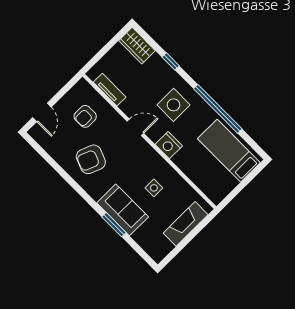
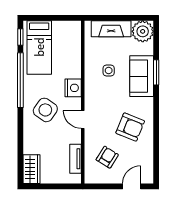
window: (171, 61) -> (20, 37), moved
side table: (174, 105) -> (45, 110), turned 35
armchair: (85, 116) -> (107, 157), turned -58
plant: (158, 247) -> (143, 31), added

